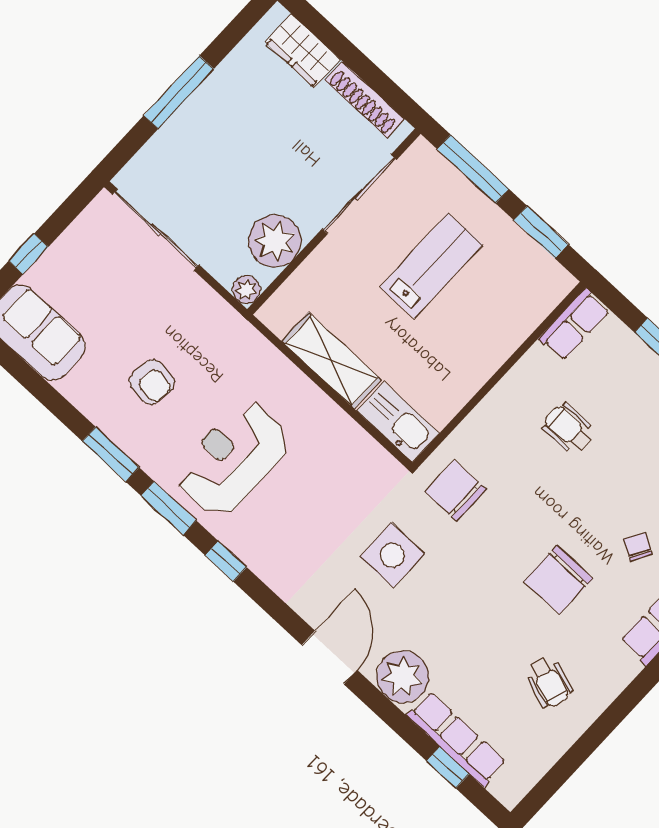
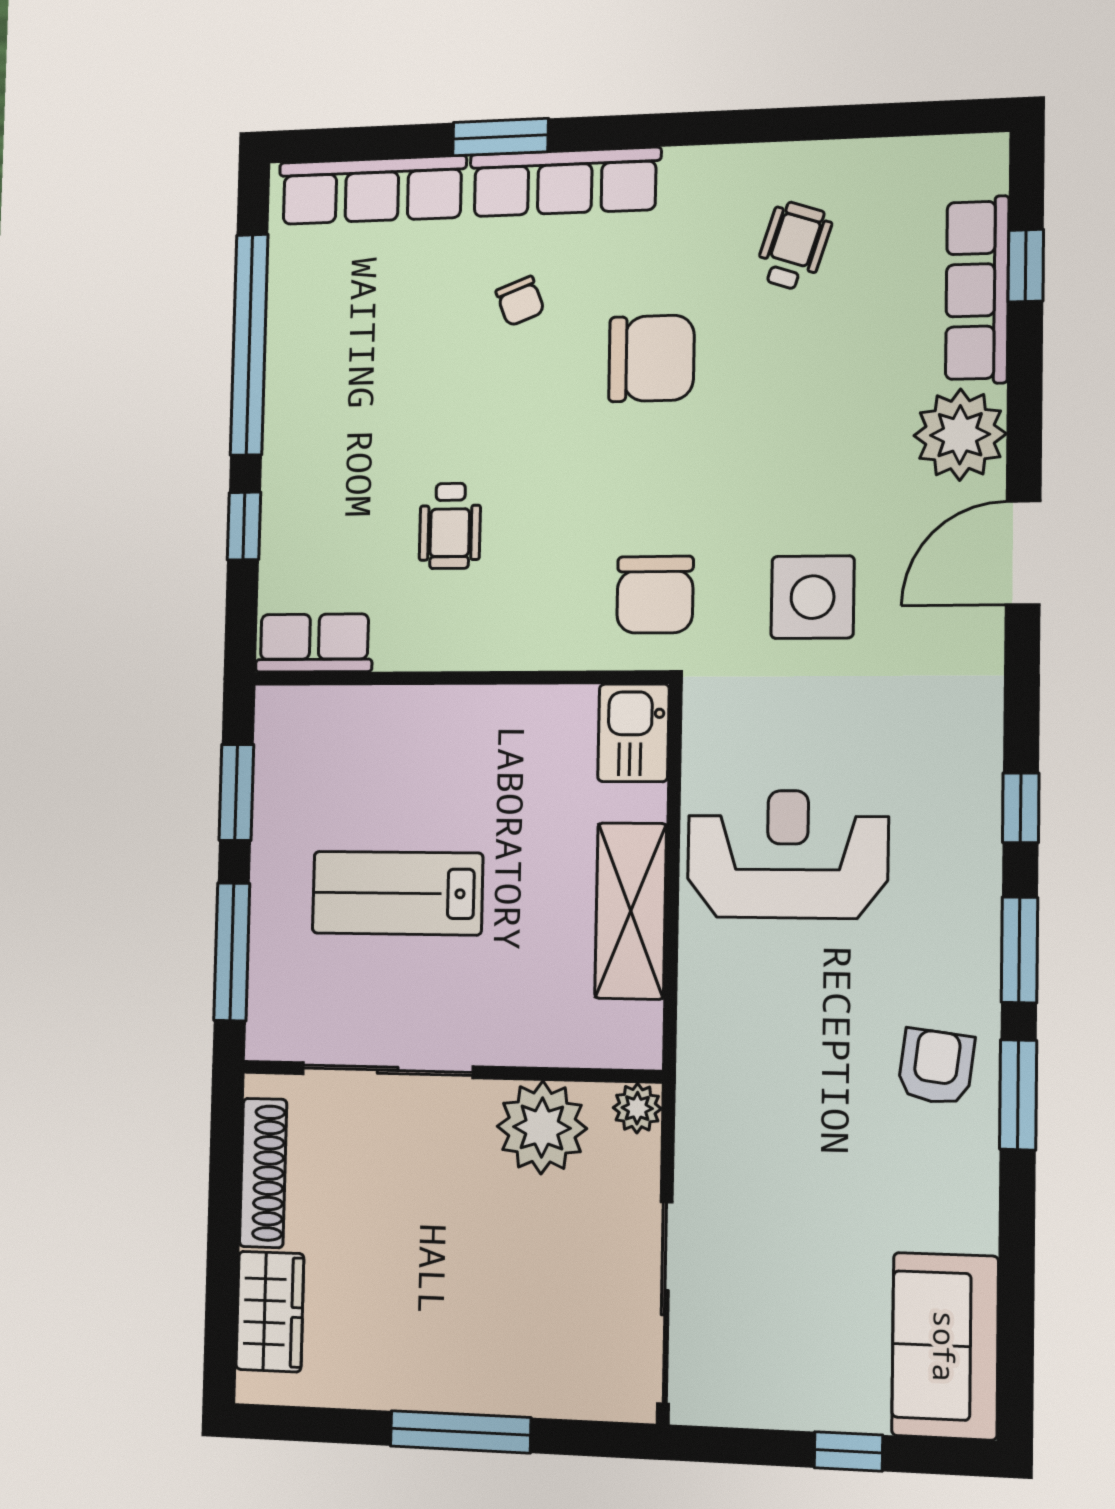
armchair: (152, 382) -> (936, 1067), moved
kitchen sink: (398, 422) -> (633, 733), width x0.73
reception desk: (233, 459) -> (788, 854), moved, turned 180
chair: (638, 547) -> (520, 301), turned -51

